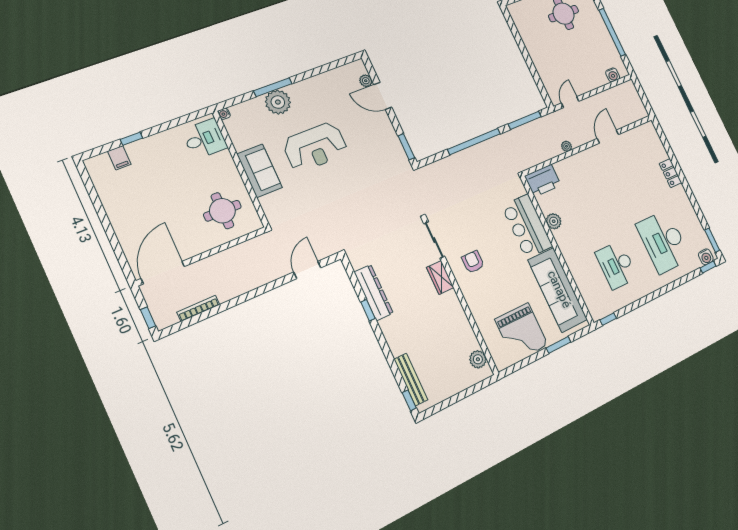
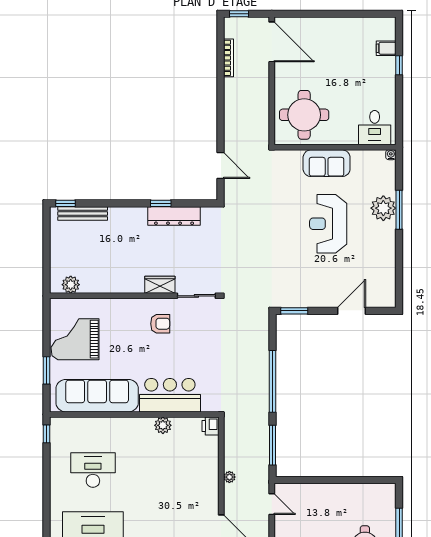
plant: (366, 81) -> (372, 301), removed
printer: (543, 181) -> (210, 426), width x0.53, depth x0.68
round table: (222, 211) -> (304, 115), width x1.36, depth x1.36

